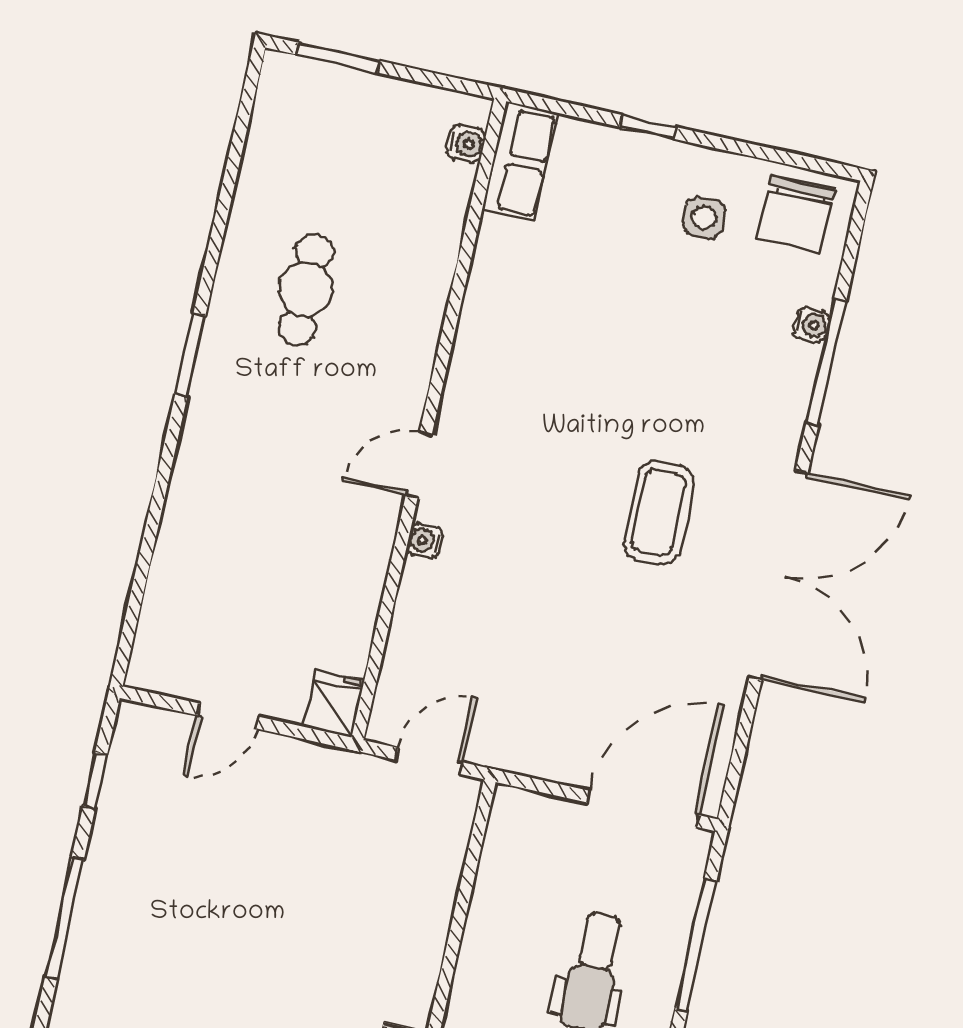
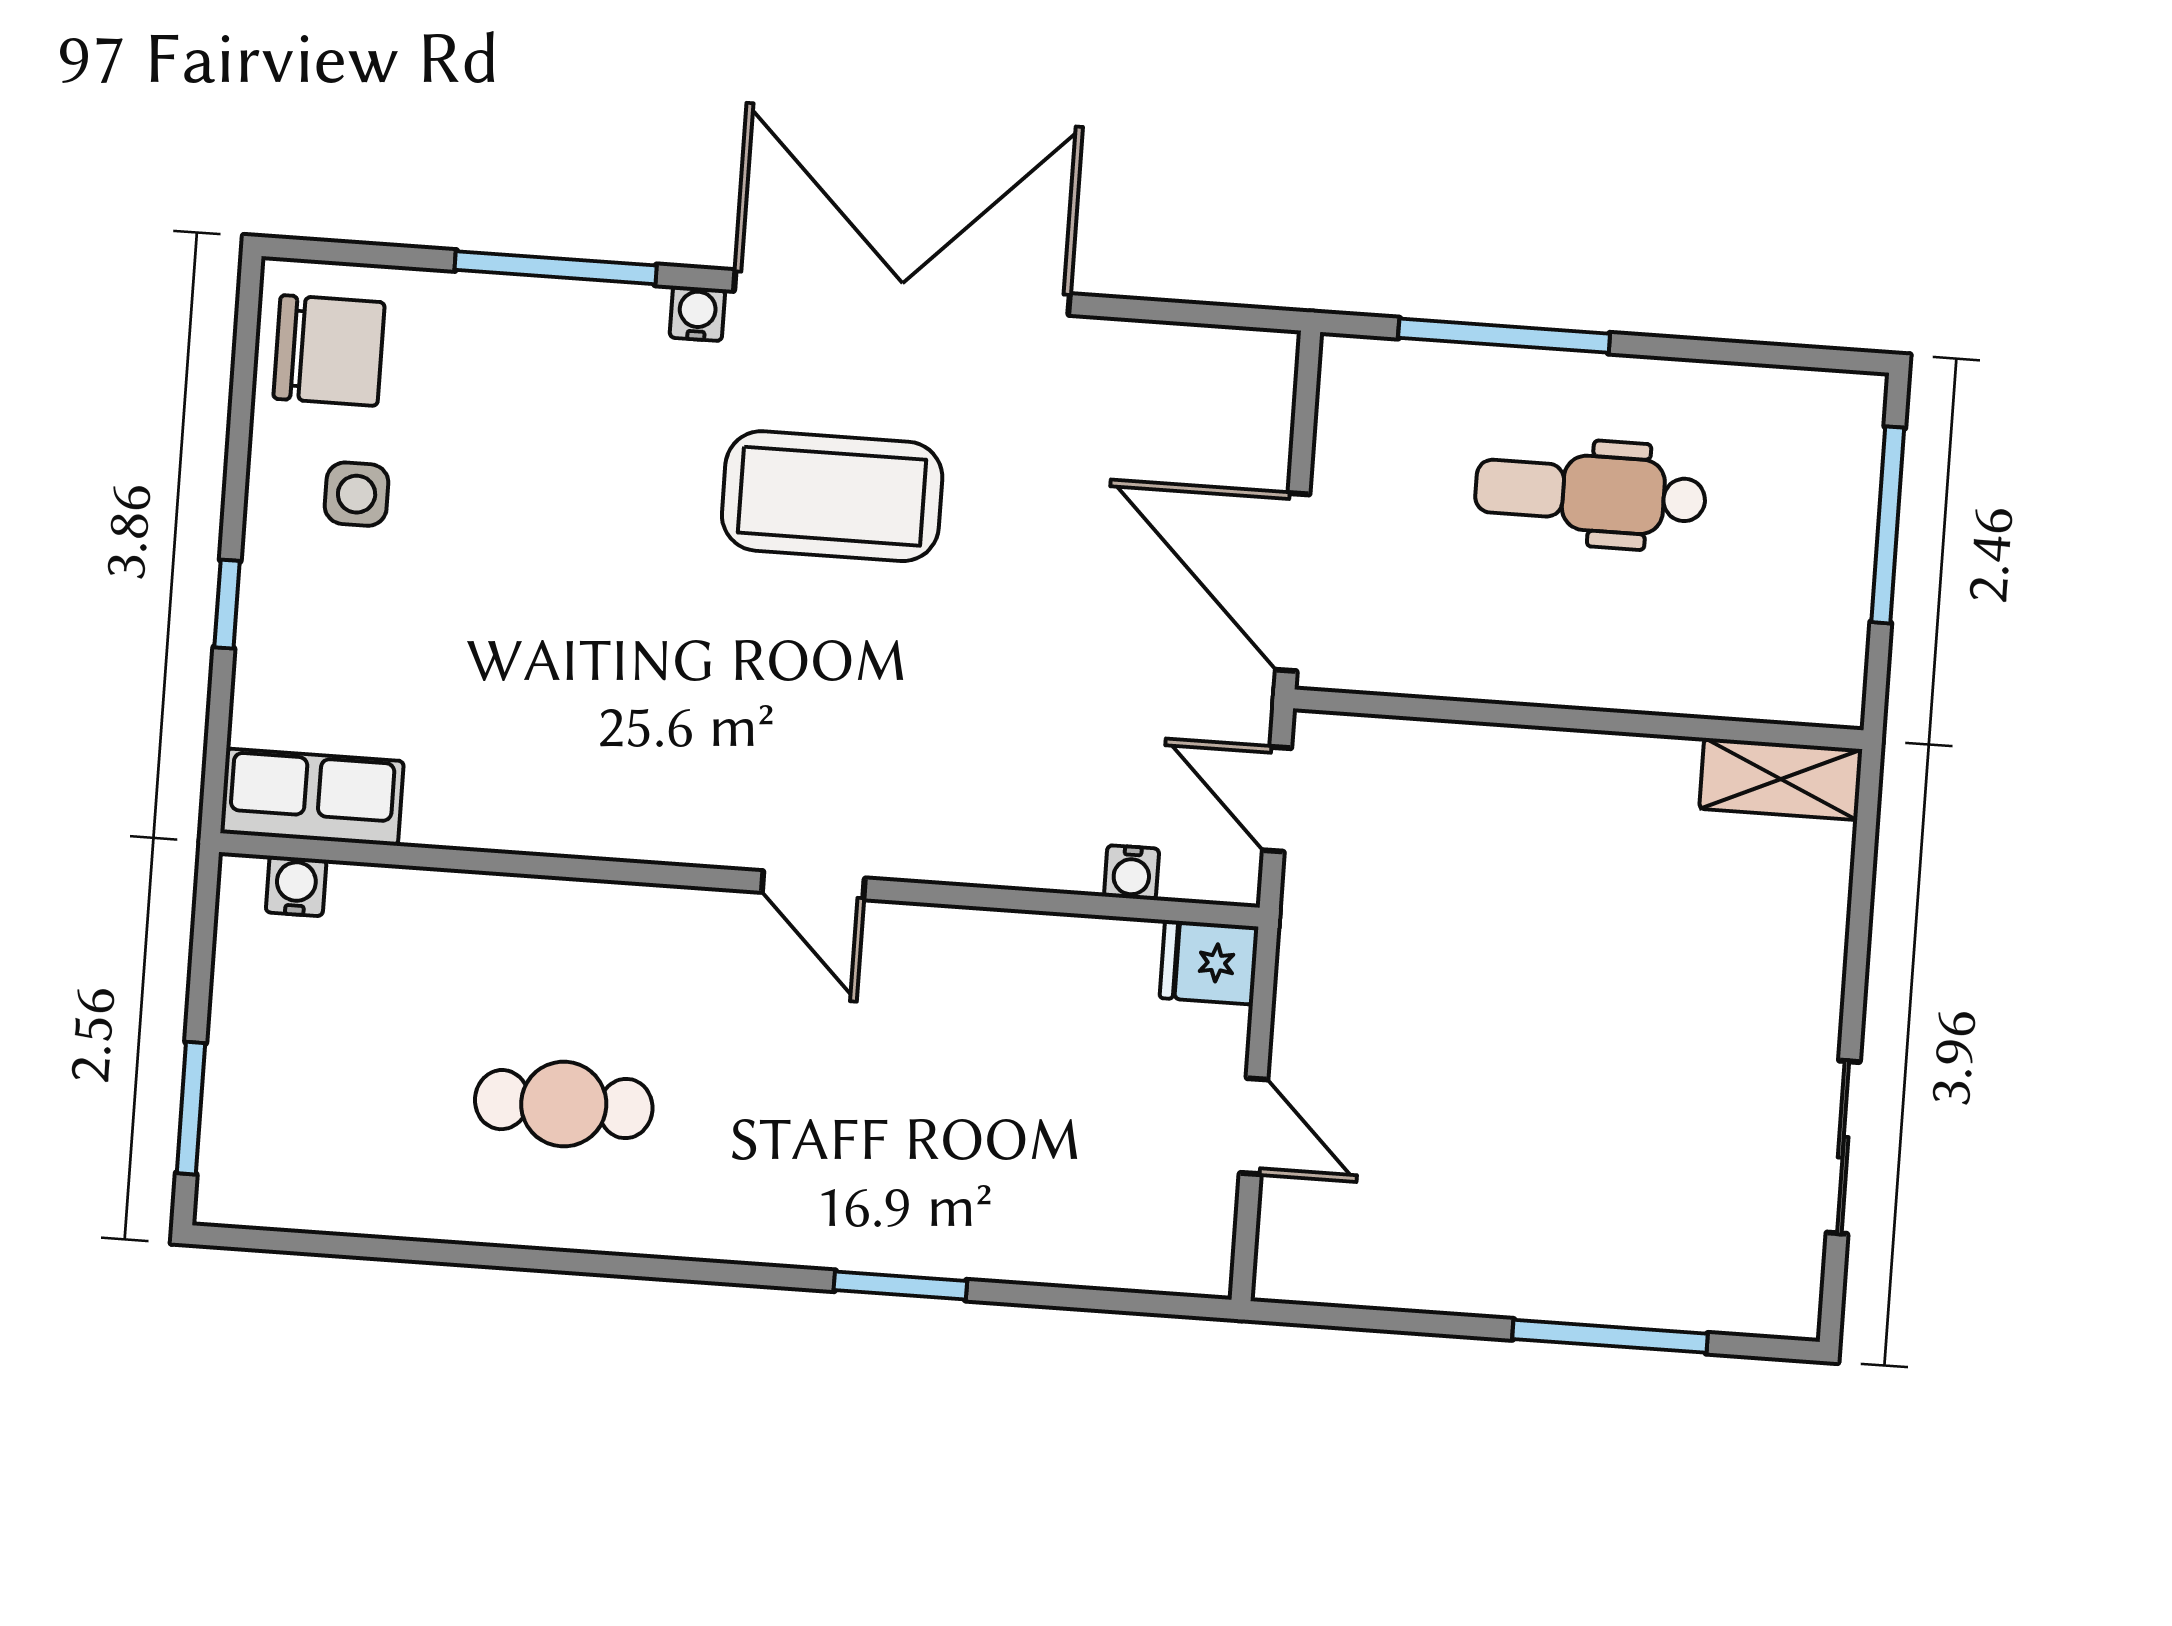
water cooler: (812, 325) -> (697, 313), moved
window: (190, 355) -> (900, 1285), moved
coffee table: (659, 513) -> (832, 496), width x1.36, depth x1.32
water cooler: (424, 541) -> (1132, 873), moved
window: (95, 780) -> (1386, 1320), removed
door: (643, 809) -> (1293, 582), moved

